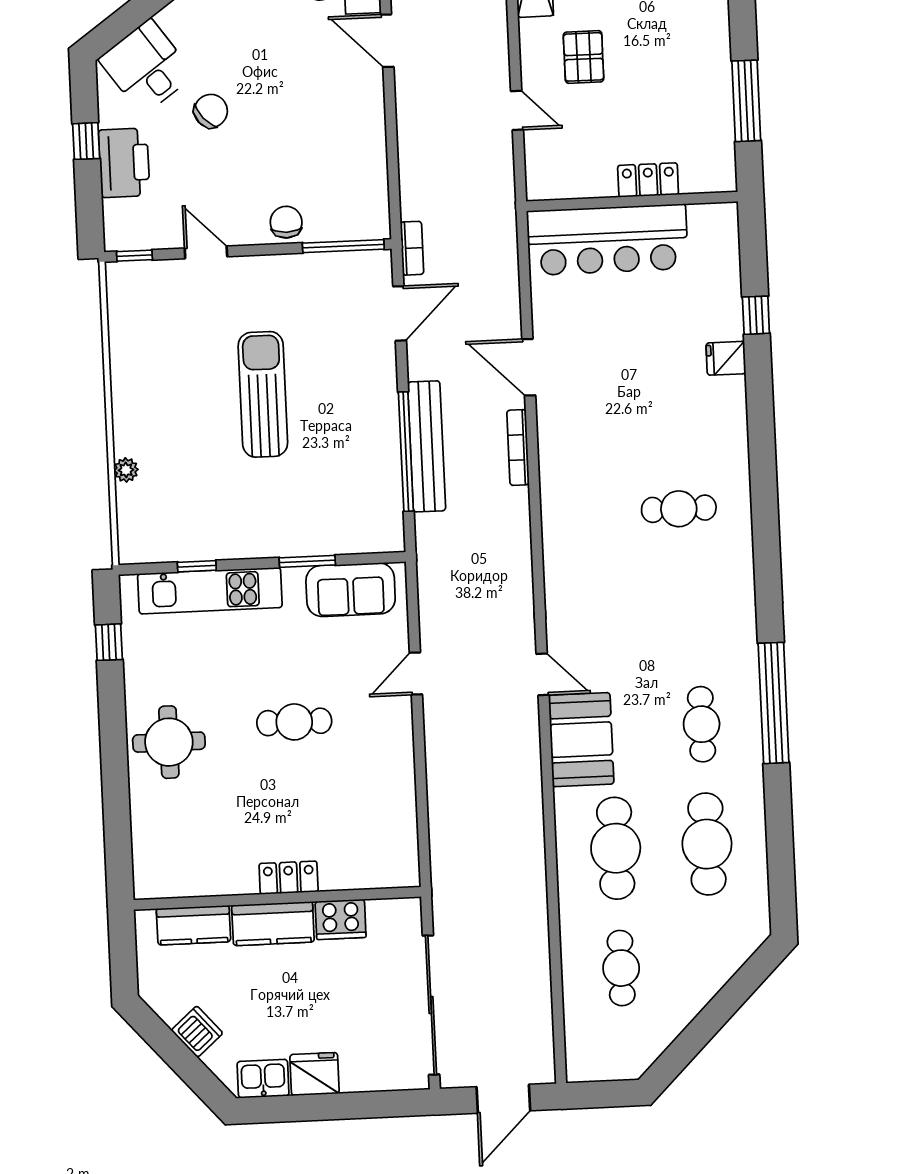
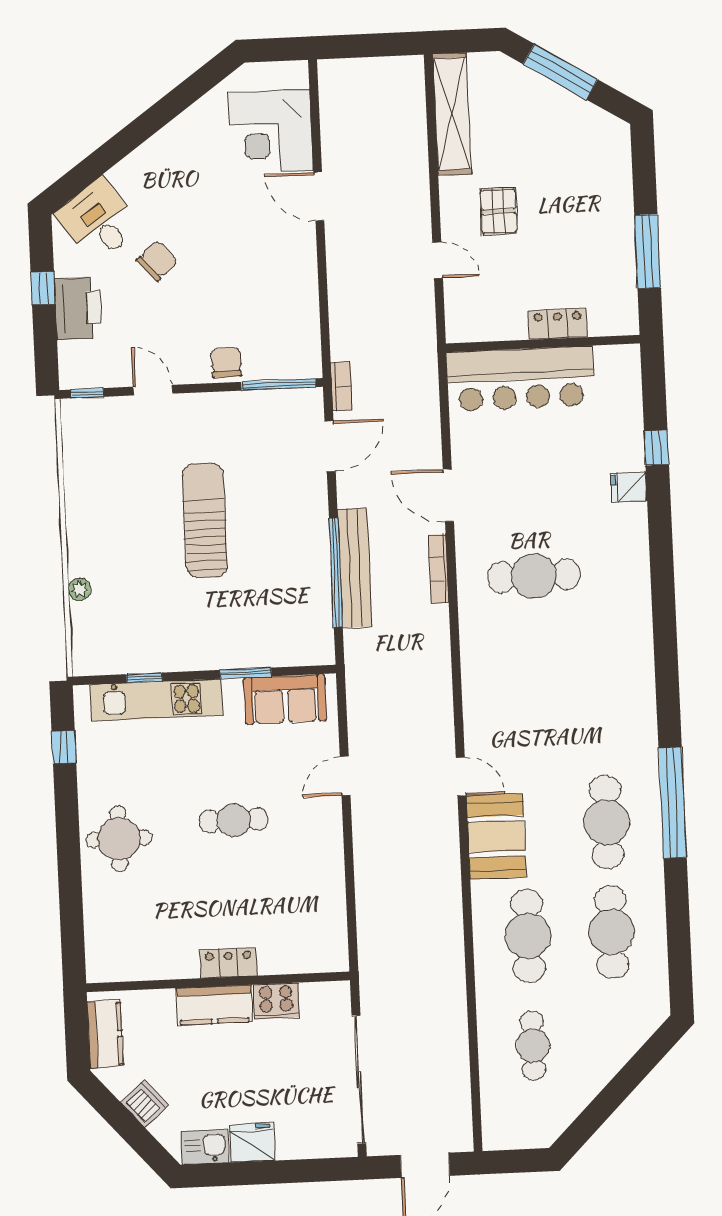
cafe table: (679, 509) -> (534, 576), moved, width x1.37, depth x1.35
cafe table: (702, 724) -> (607, 822), width x1.37, depth x1.35
kitchen counter: (194, 925) -> (105, 1034), moved, turned -90

